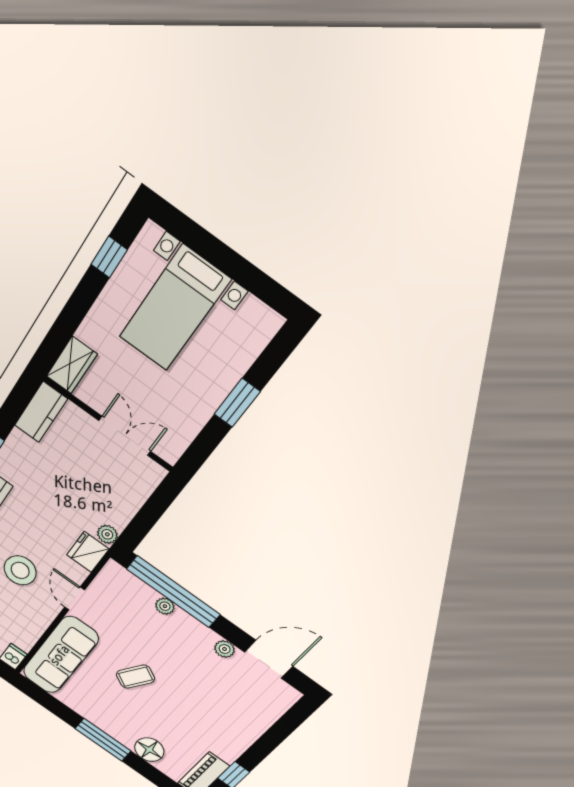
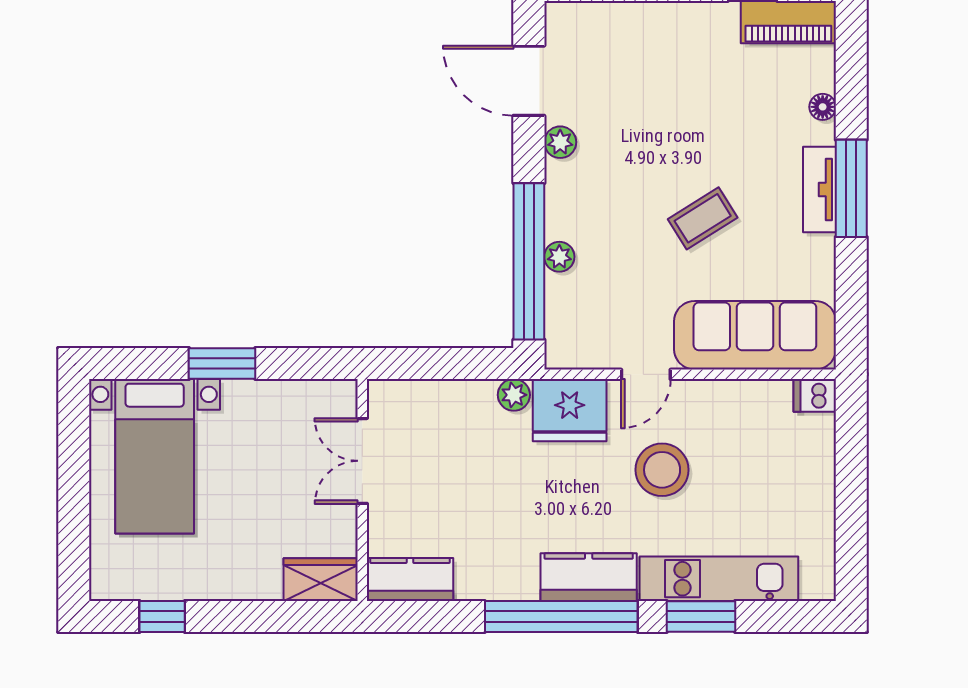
bed with nightstands: (174, 308) -> (155, 456), moved, turned 90
fridge: (88, 552) -> (570, 410), width x1.36, depth x1.34
coffee table: (135, 677) -> (703, 218), turned -64
tv unit: (112, 729) -> (819, 189), added
floor lamp: (149, 750) -> (823, 107), width x0.53, depth x0.53

